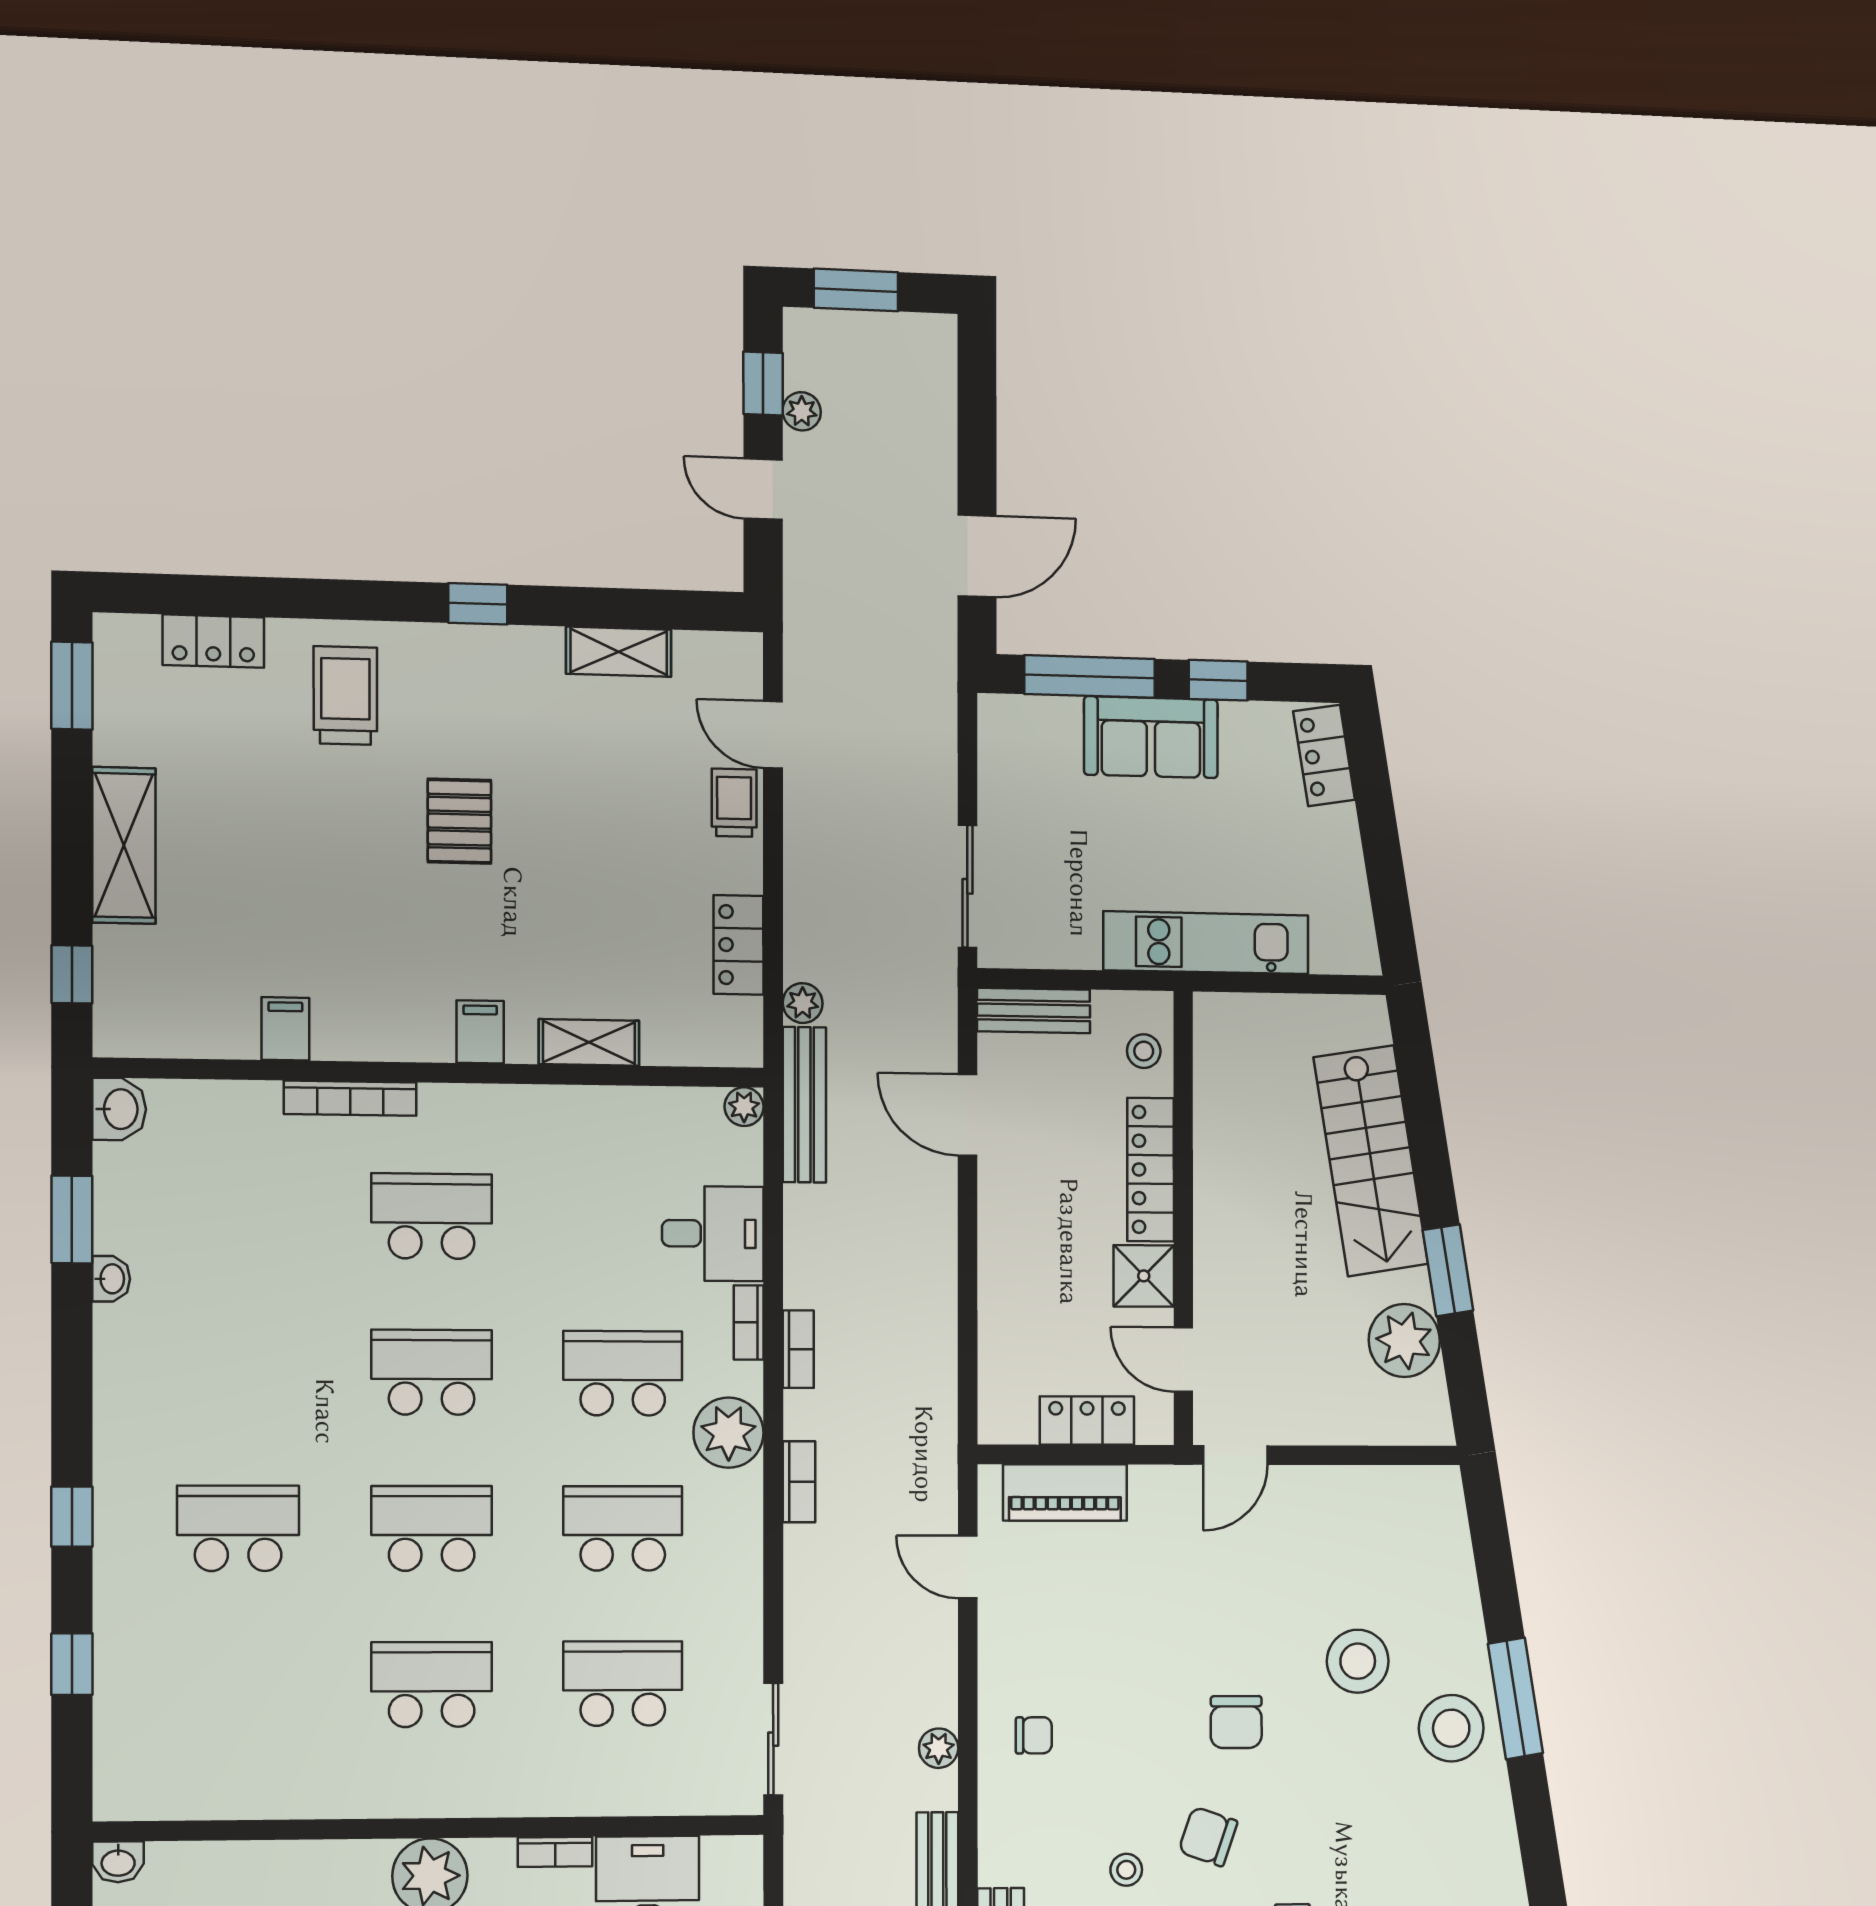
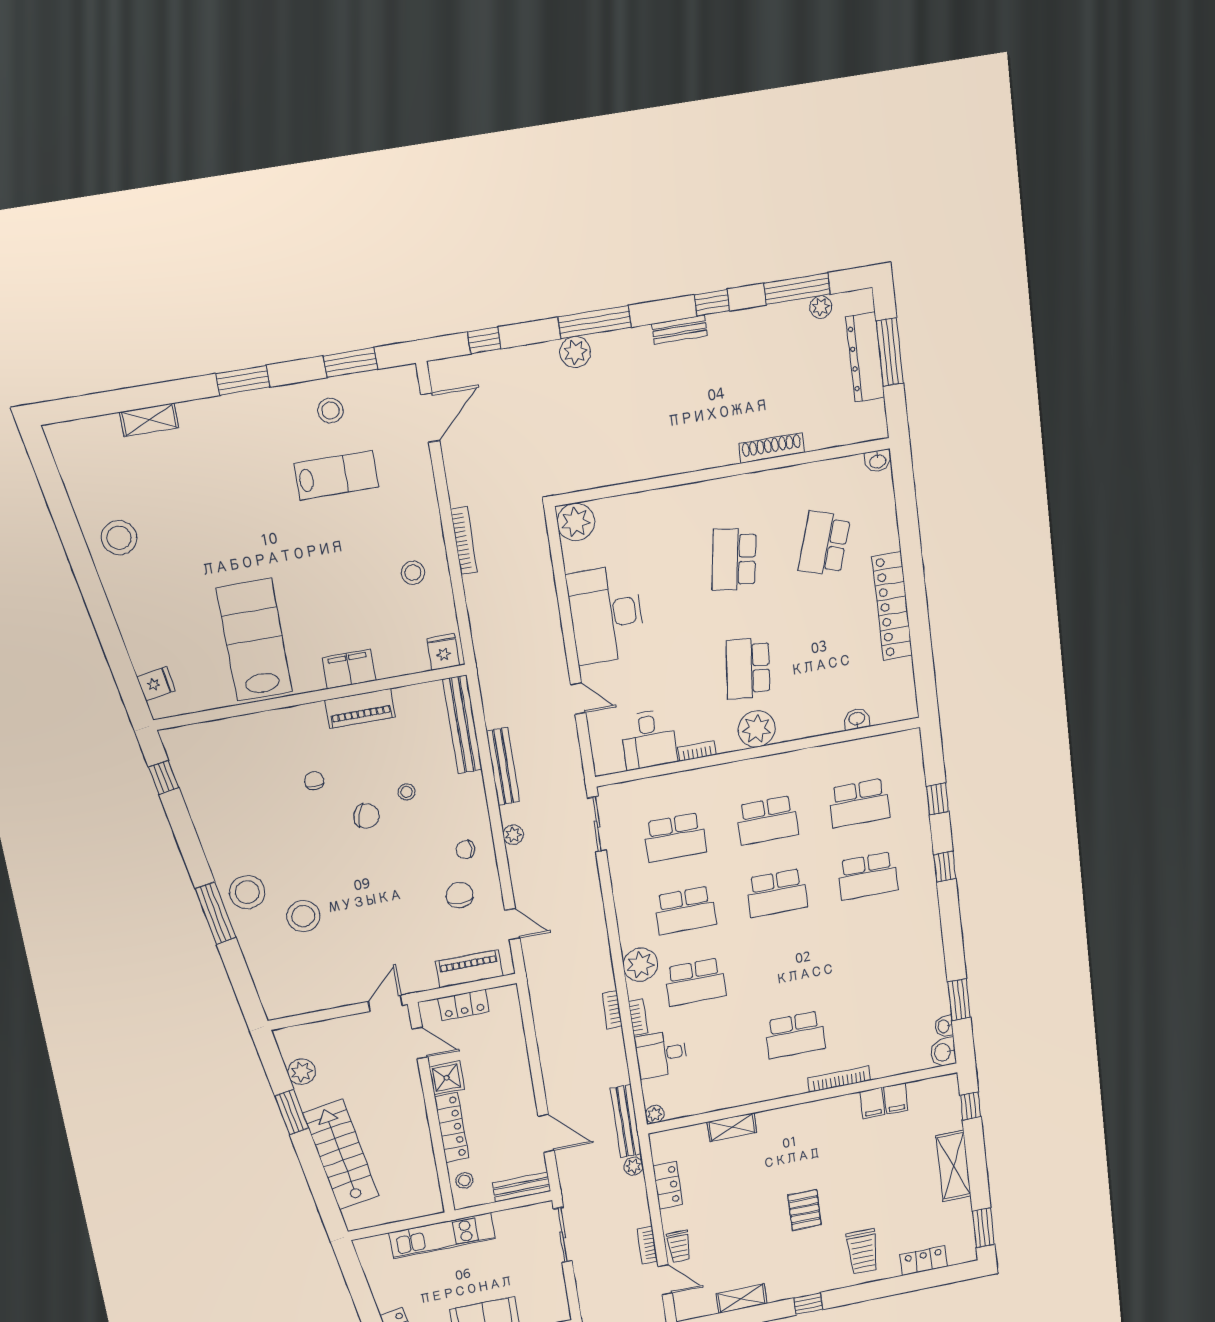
filing cabinet: (480, 1032) -> (896, 1099), moved
washbasin: (111, 1279) -> (944, 1026), moved
plant: (1404, 1341) -> (302, 1072), width x0.73, depth x0.73
school desk: (432, 1372) -> (859, 803), moved
bookcase: (799, 1482) -> (647, 1245), moved
chair: (1236, 1722) -> (459, 895), moved
washbasin: (118, 1862) -> (857, 719), moved

